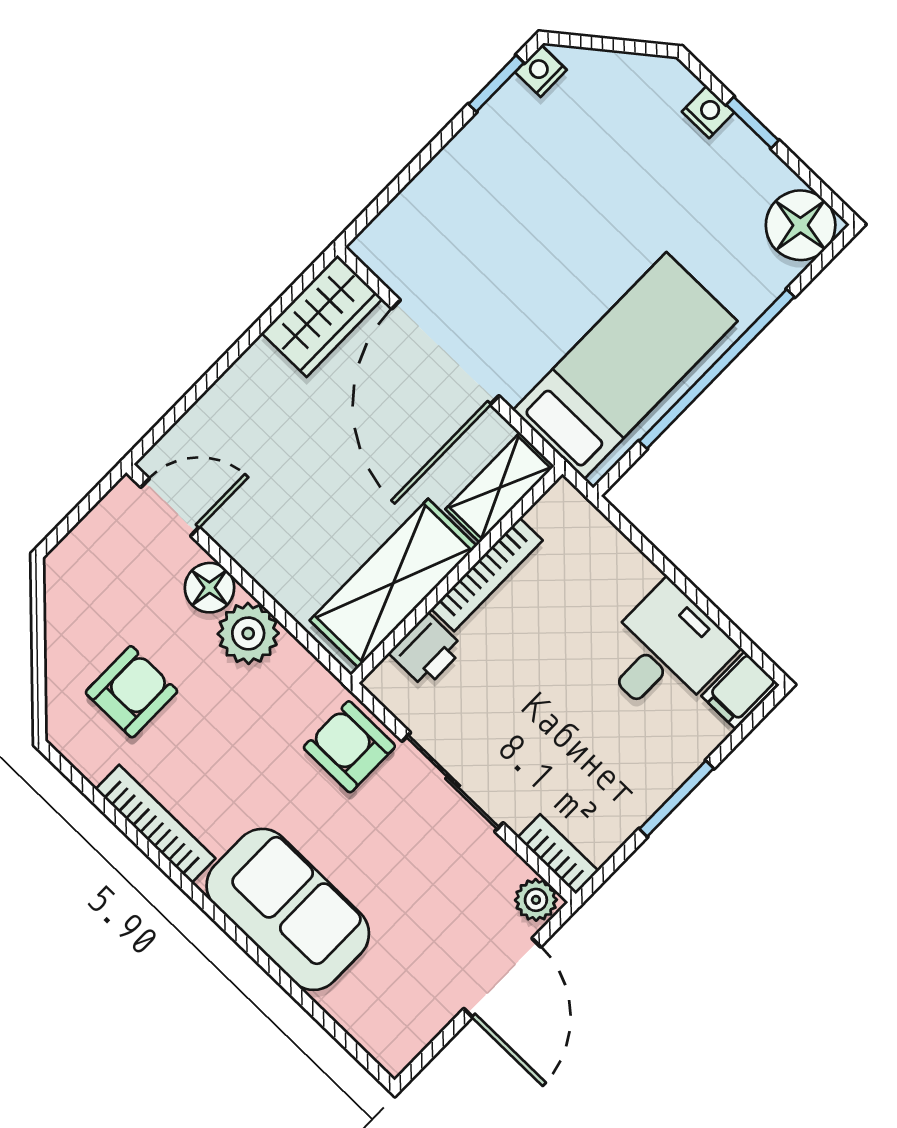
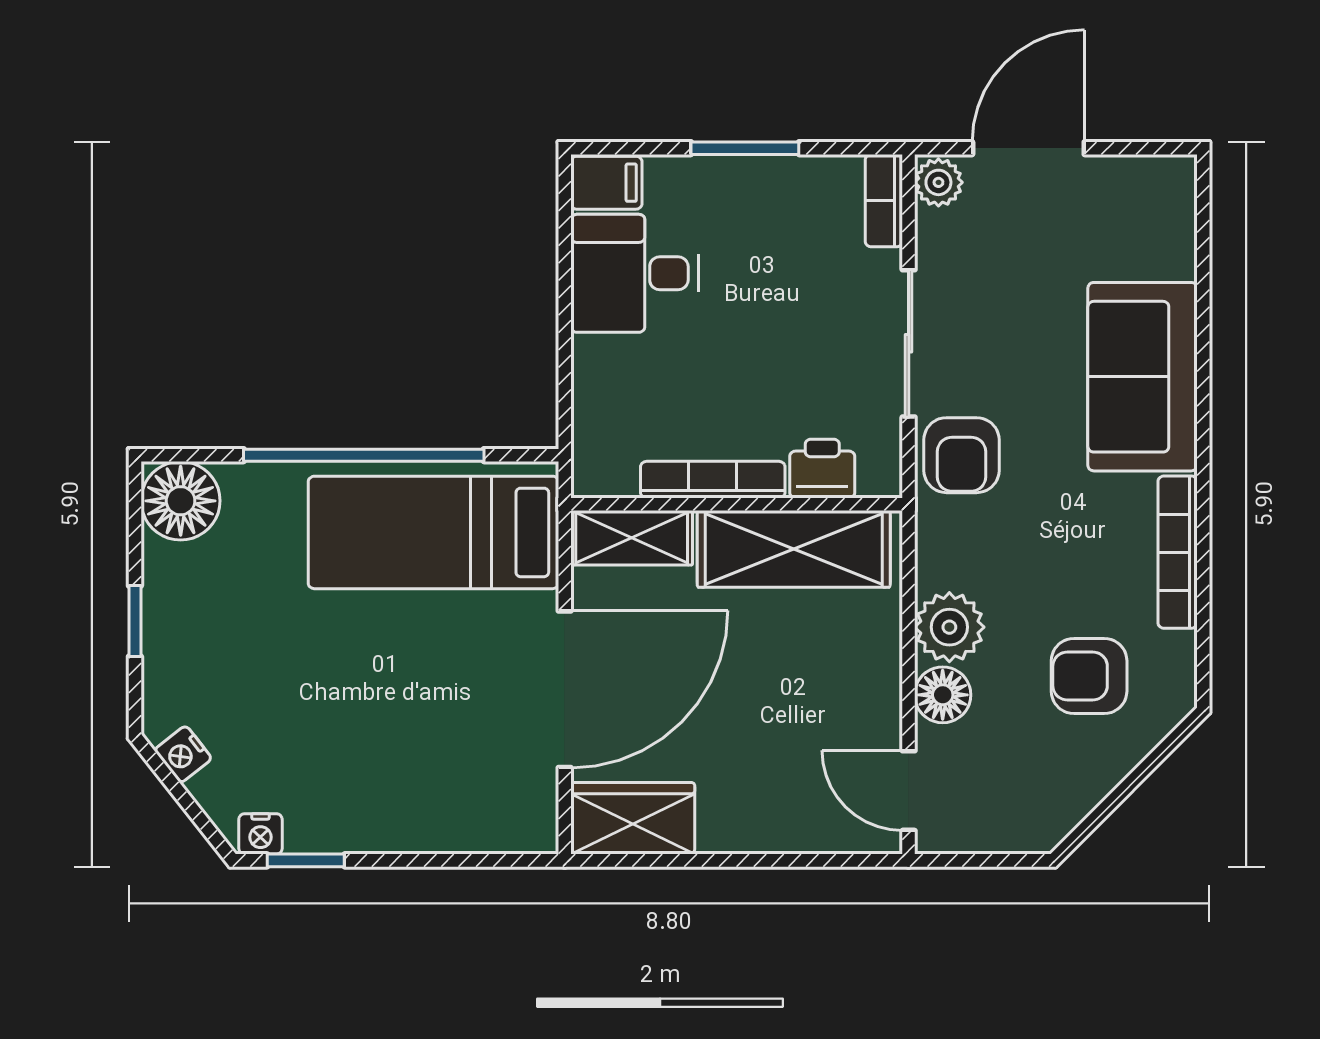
nightstand: (708, 112) -> (183, 754), moved, turned -38

